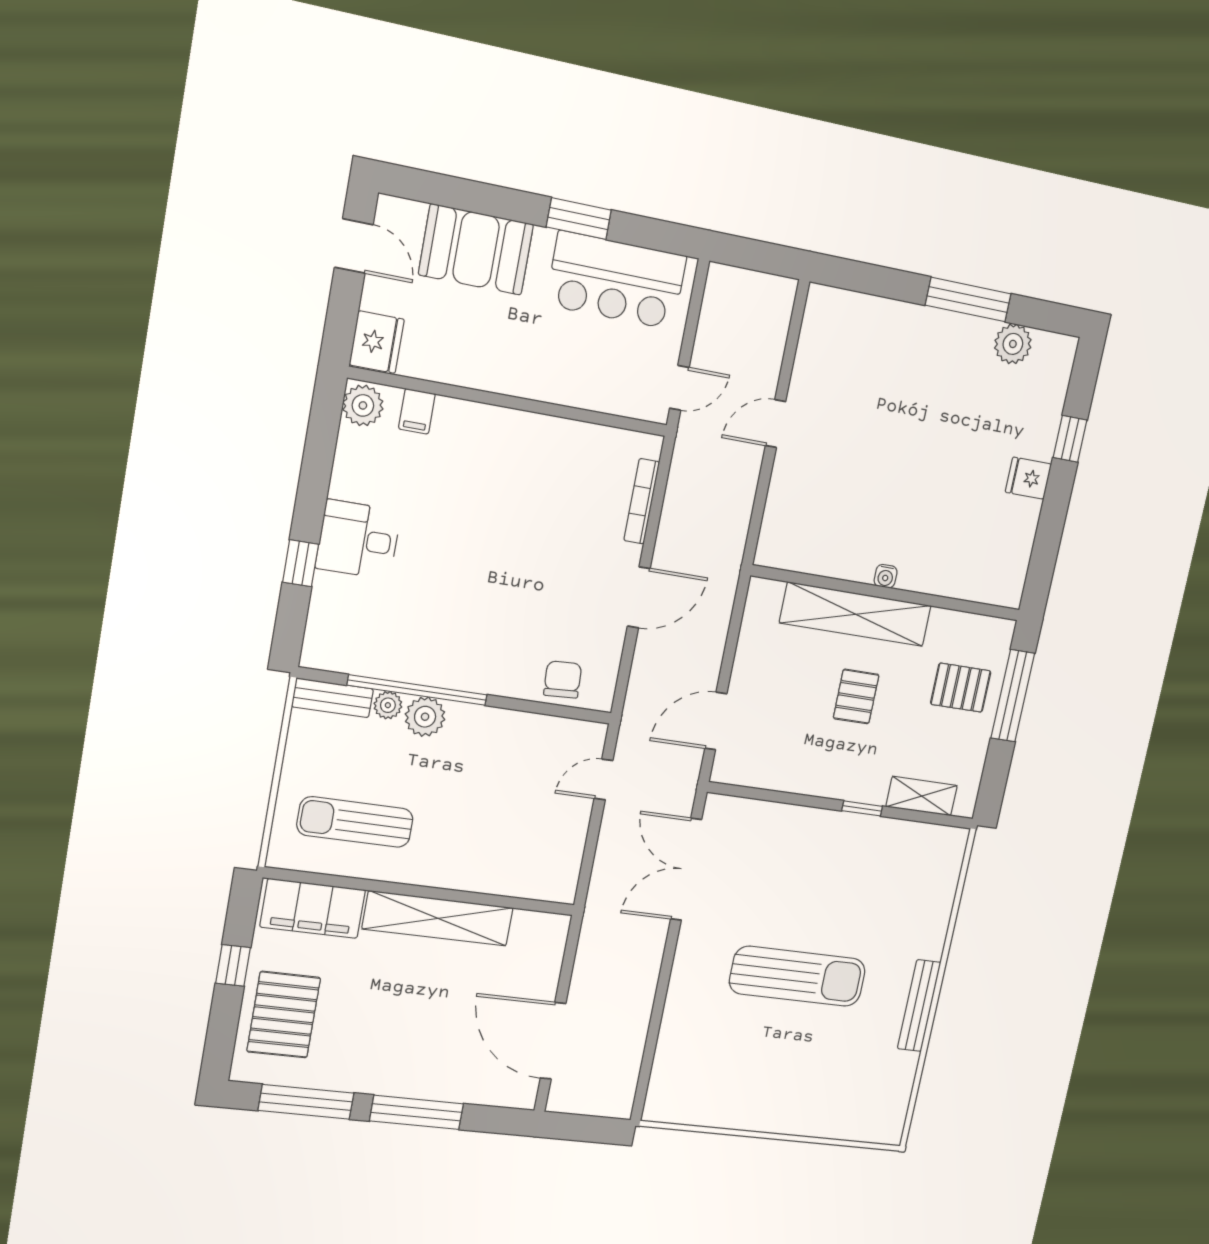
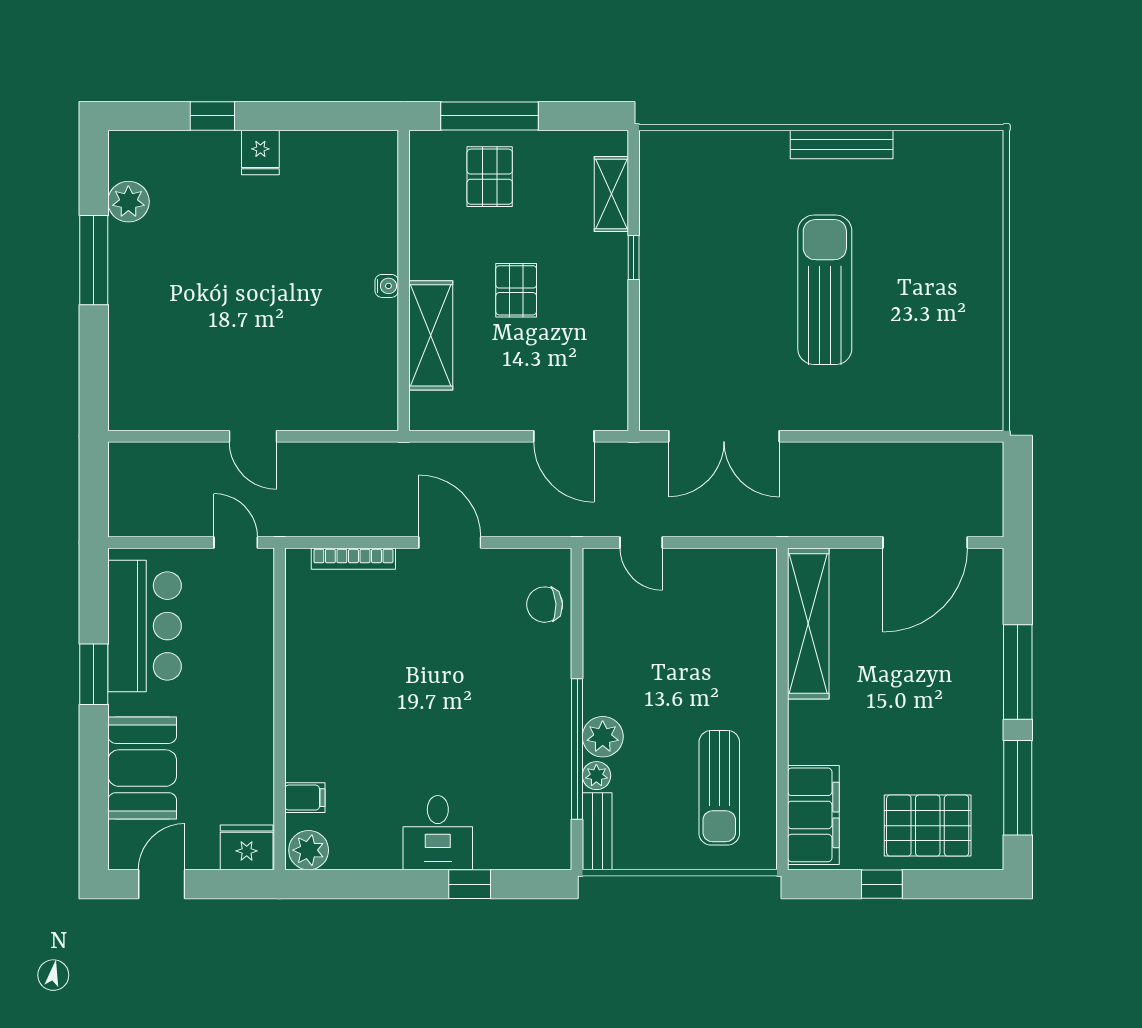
shelving: (856, 614) -> (431, 335), width x0.68
pallet: (856, 697) -> (516, 290), turned 90
shelving: (438, 918) -> (808, 623), moved

